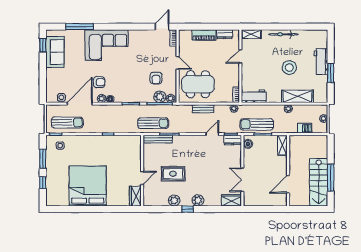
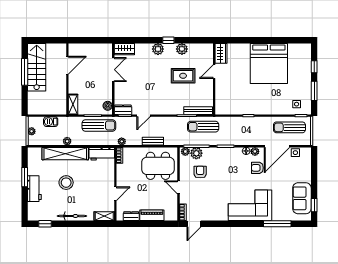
window: (310, 27) -> (45, 224), added
shelving: (297, 96) -> (65, 154), width x1.47

